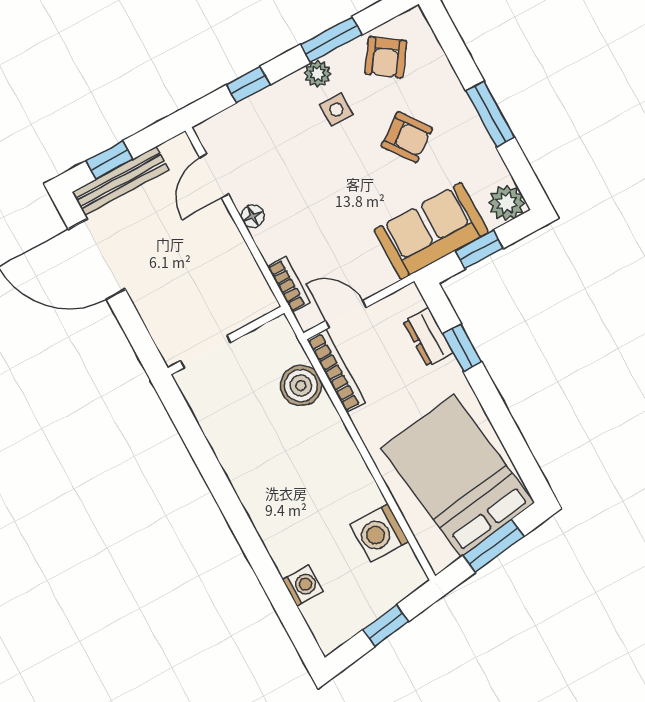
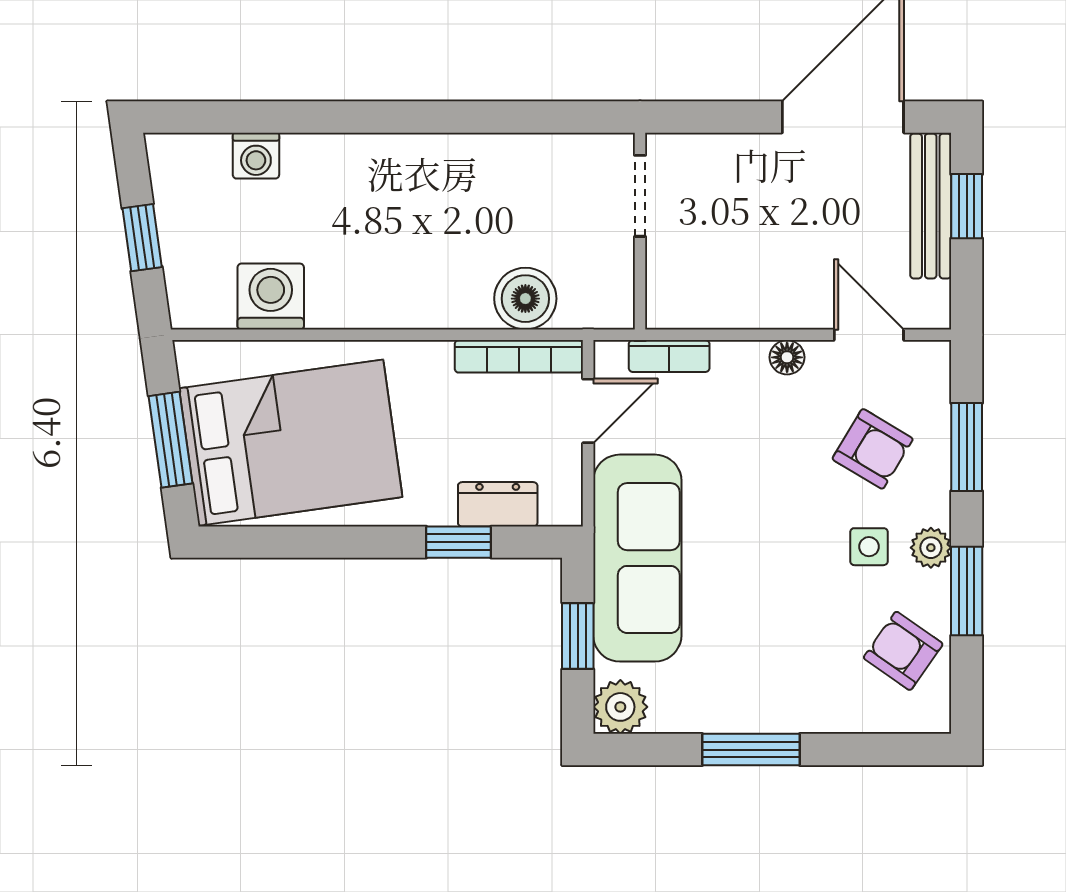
window: (248, 85) -> (967, 447), width x1.50
armchair: (407, 137) -> (873, 449), moved, turned -113
sofa: (431, 231) -> (637, 558), width x1.36

